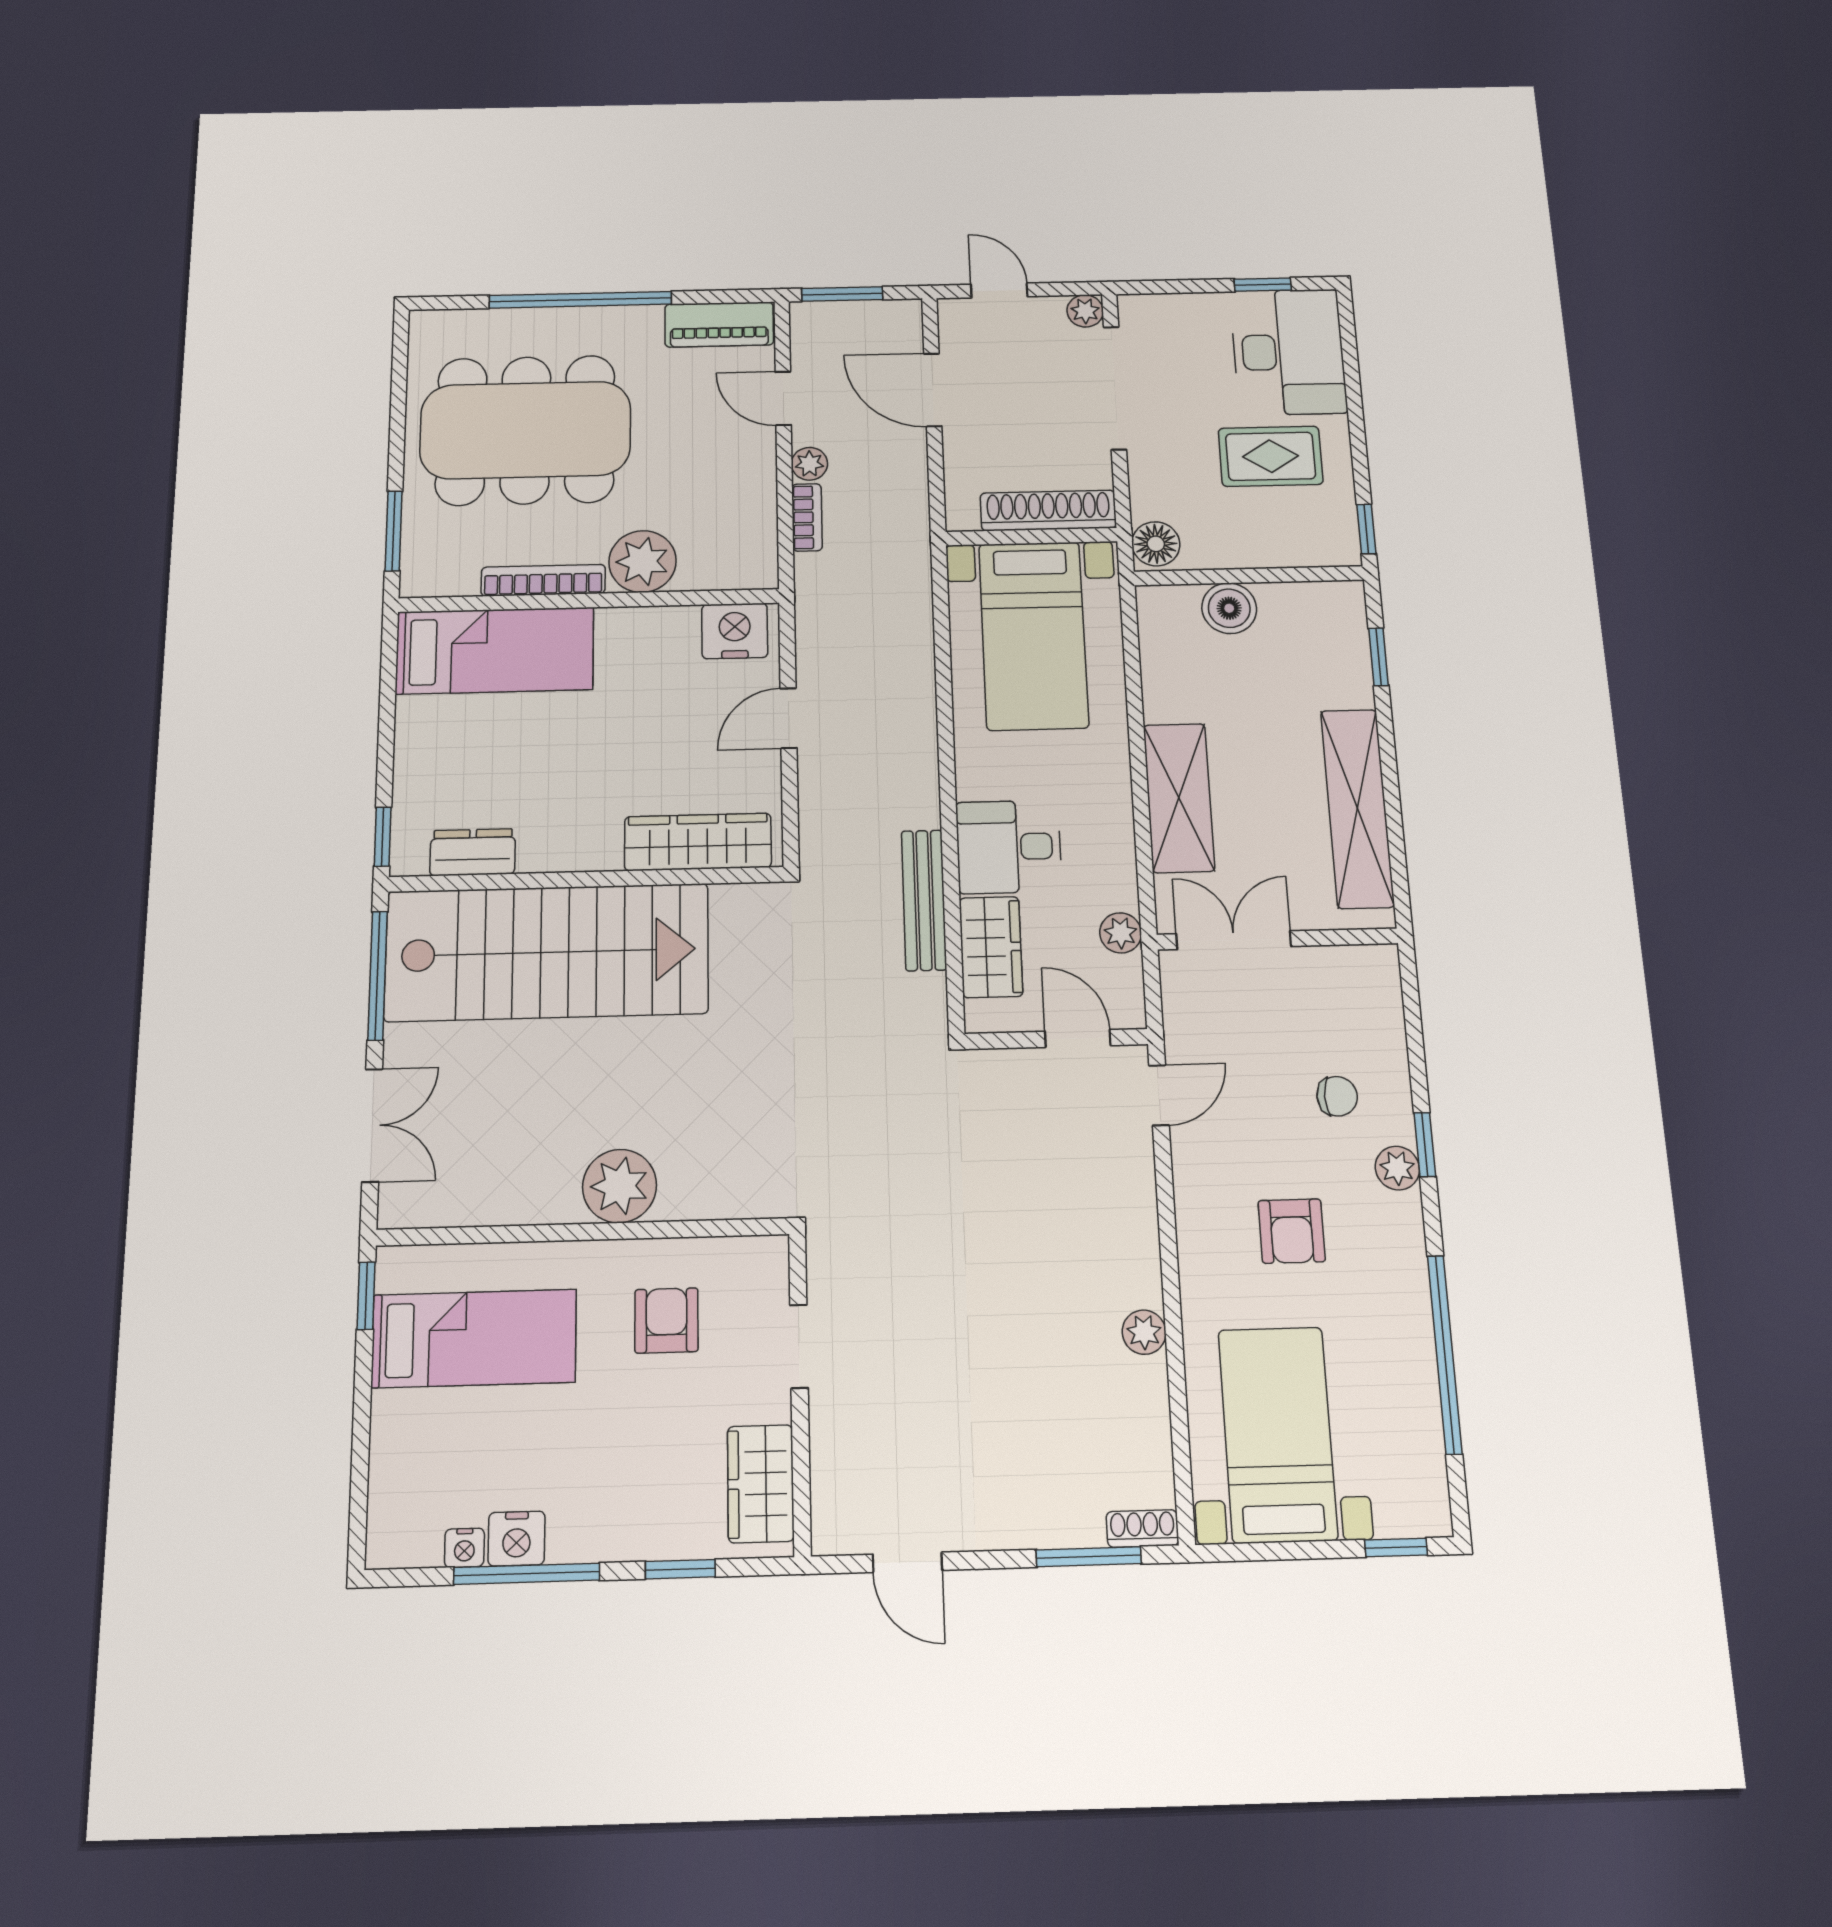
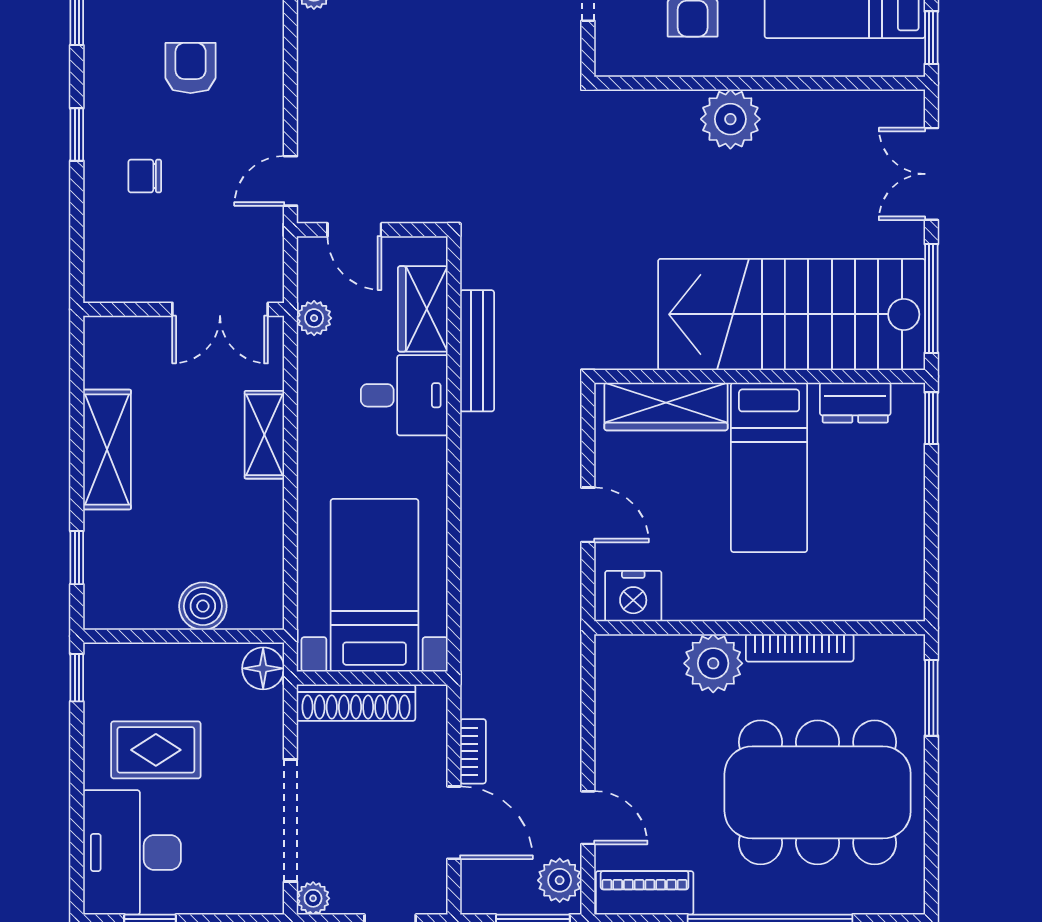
plant: (809, 464) -> (560, 880), moved, width x1.38, depth x1.38
bookcase: (807, 517) -> (473, 751), moved, turned 180
bed: (495, 651) -> (769, 467), moved, turned -90
door: (789, 718) -> (588, 515), hinge flipped
shelving: (1179, 798) -> (264, 435), width x0.67, depth x0.75
shelving: (1357, 808) -> (107, 449), width x0.68
plant: (1397, 1168) -> (101, 116), removed

